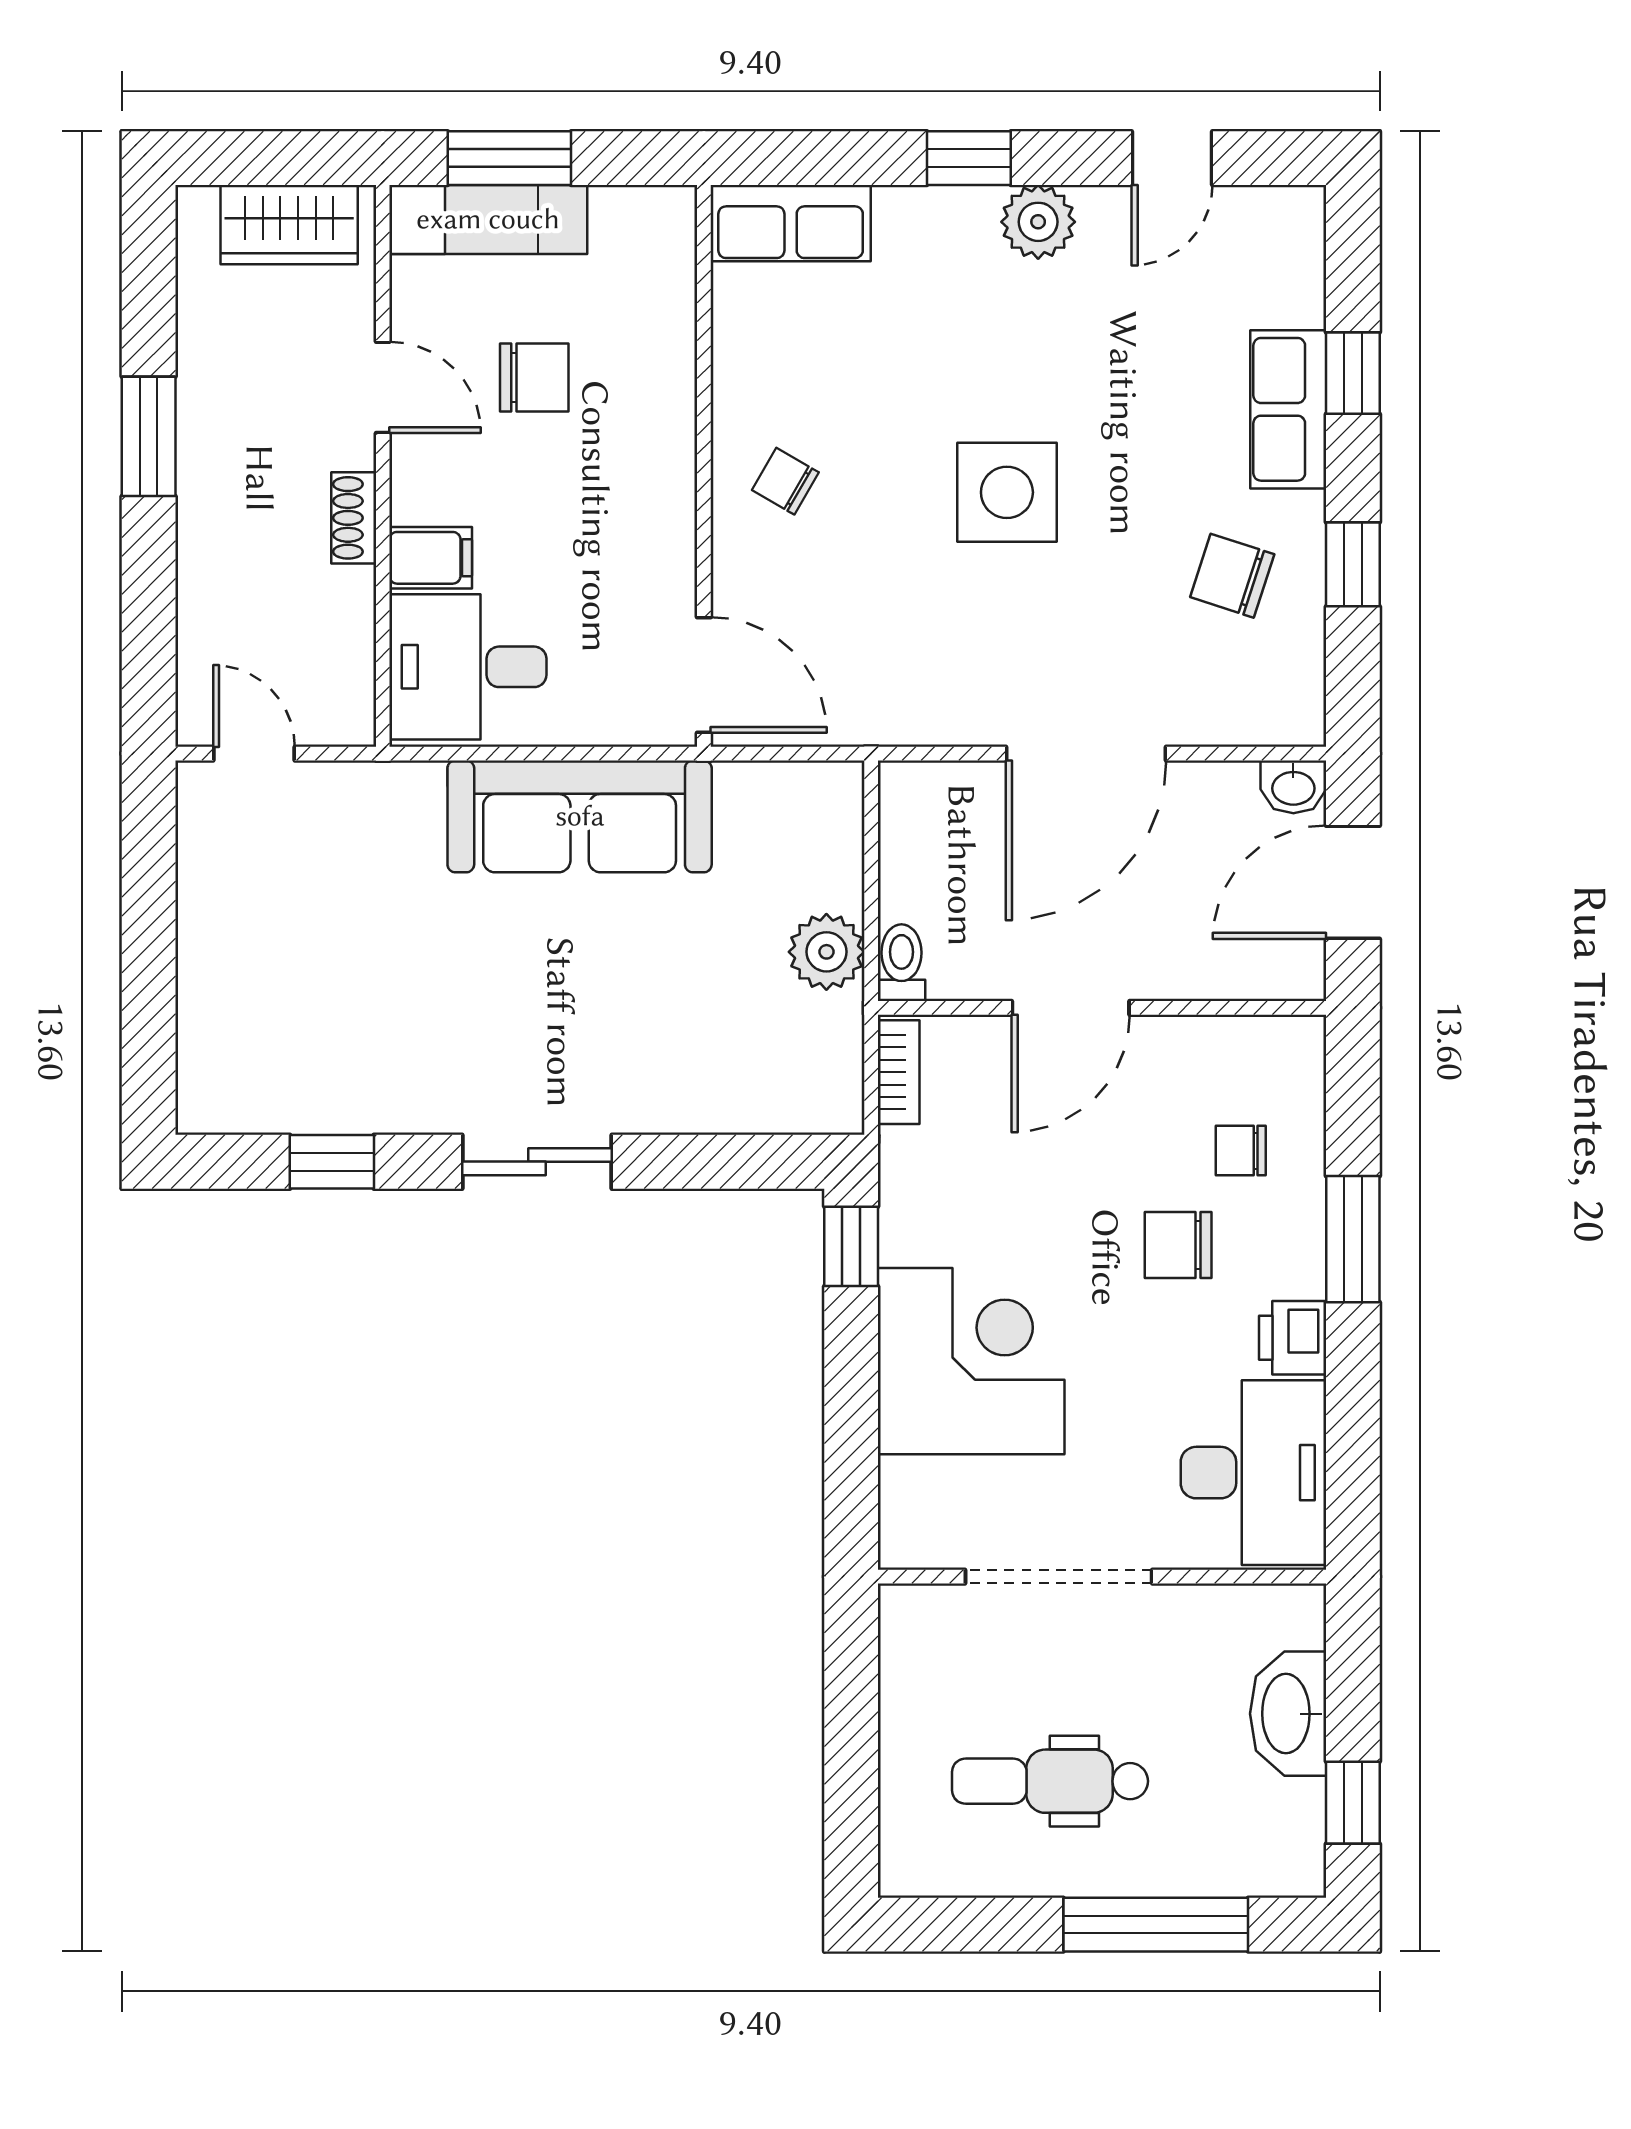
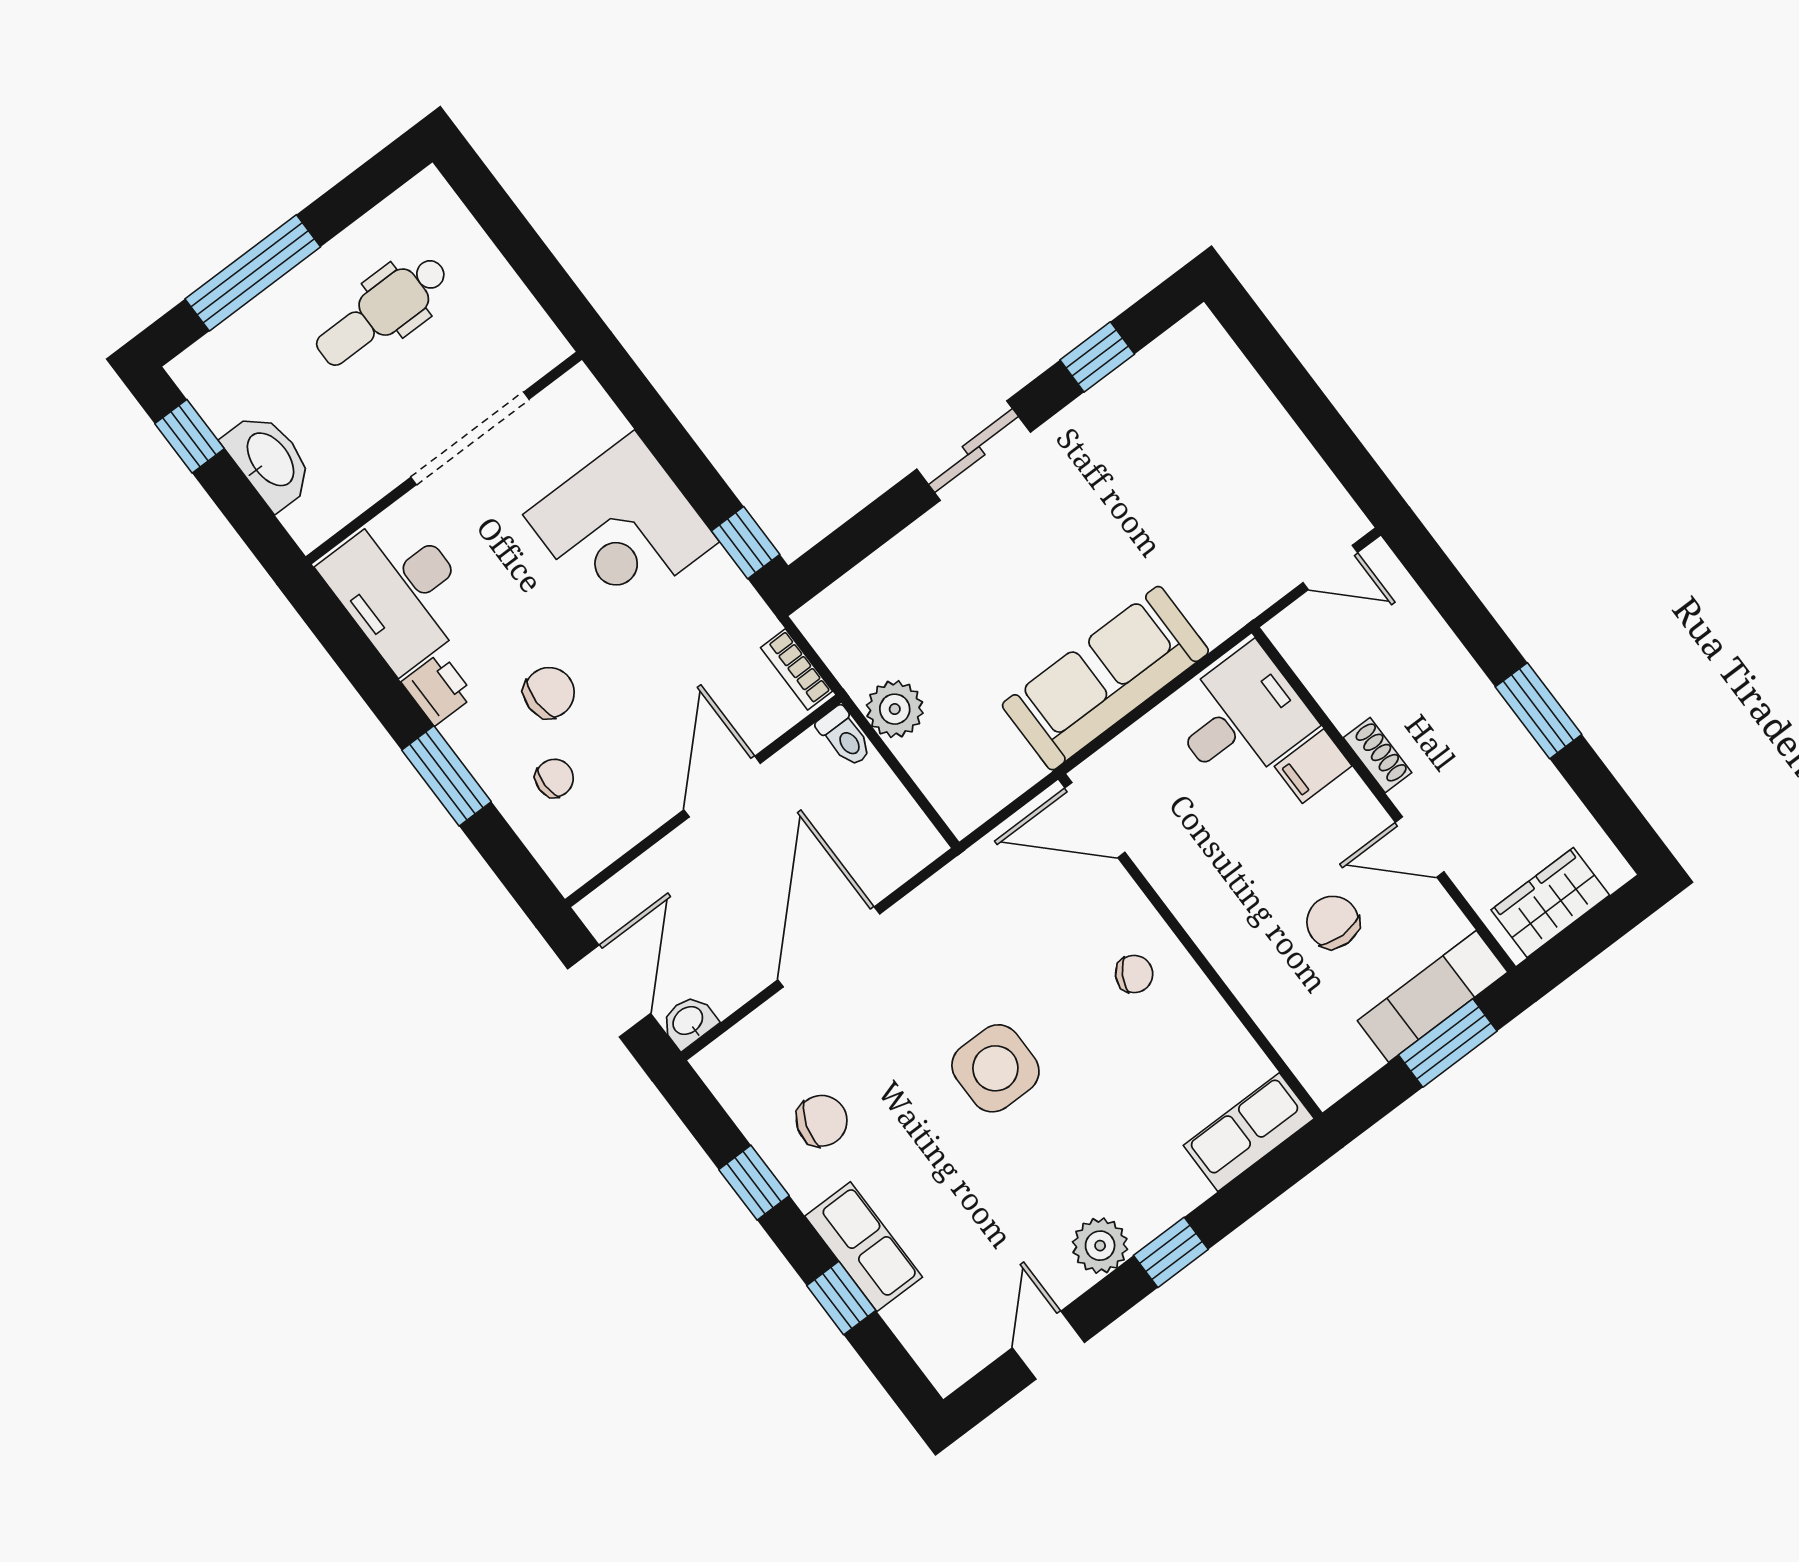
chair: (534, 377) -> (1333, 922), turned 90
dental chair: (1050, 1781) -> (382, 311), turned 180

